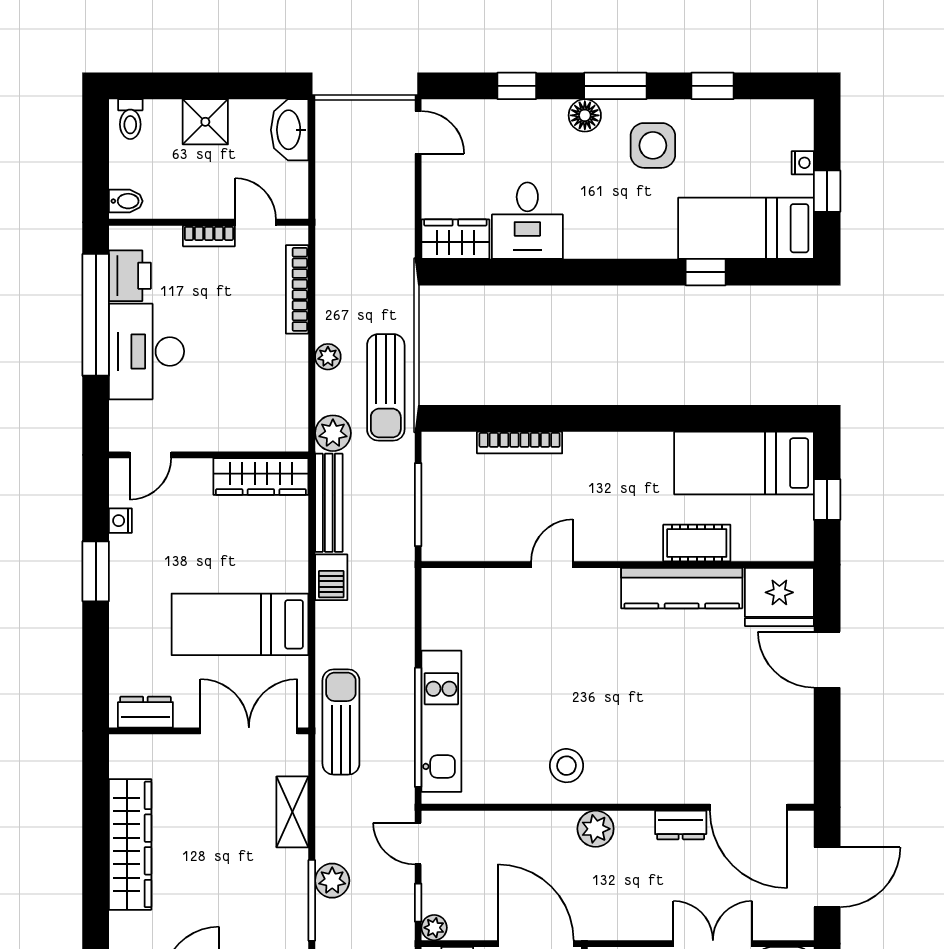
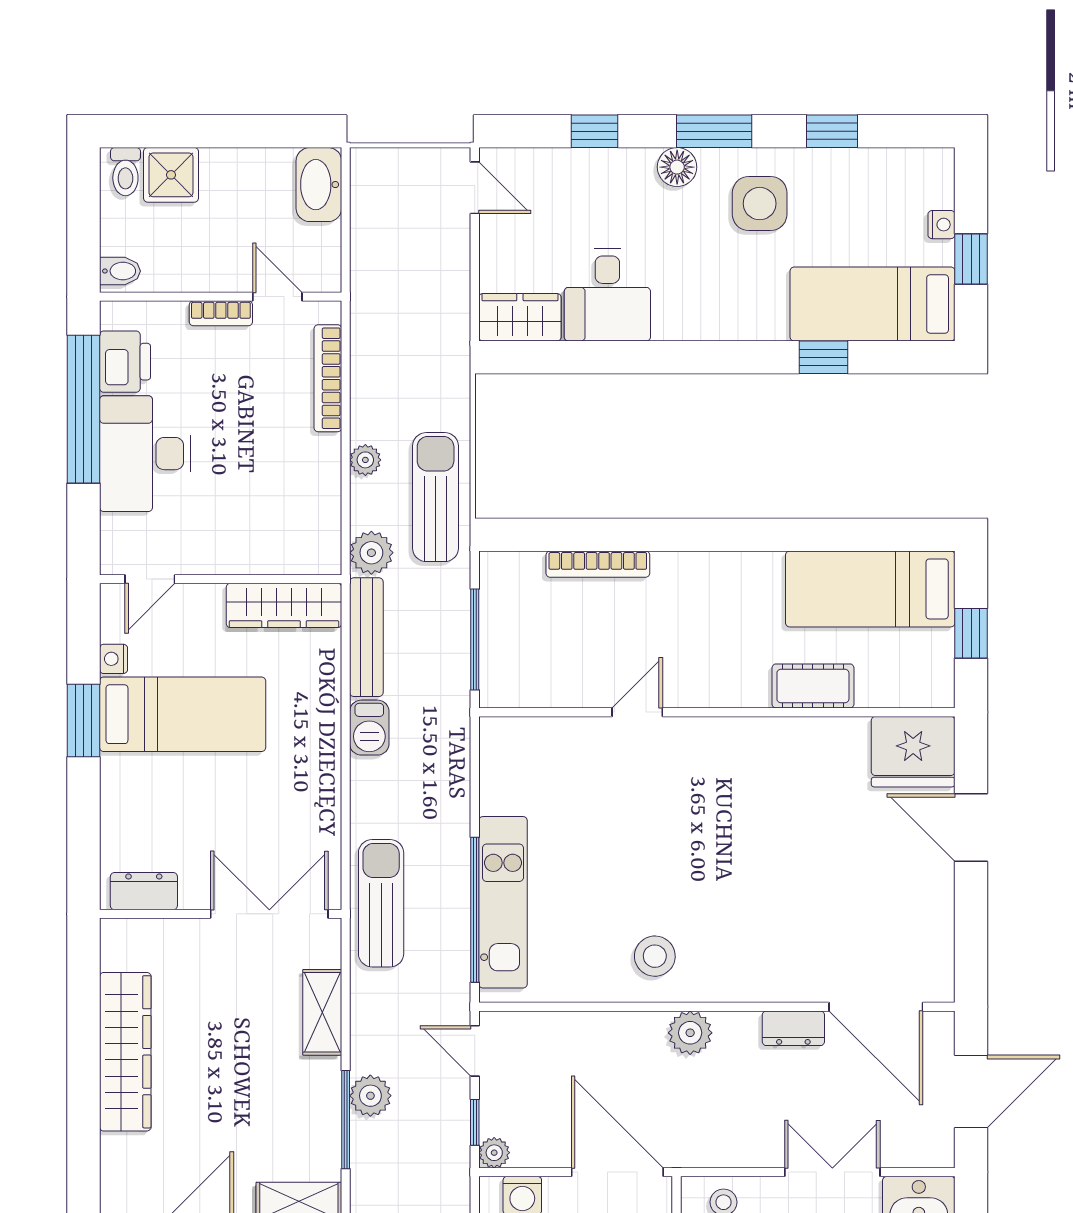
shower: (205, 122) -> (171, 175), moved
sun lounger: (386, 387) -> (436, 497), turned 180
kitchen counter: (682, 588) -> (795, 741), removed
bed: (240, 624) -> (183, 714), moved, turned 180

